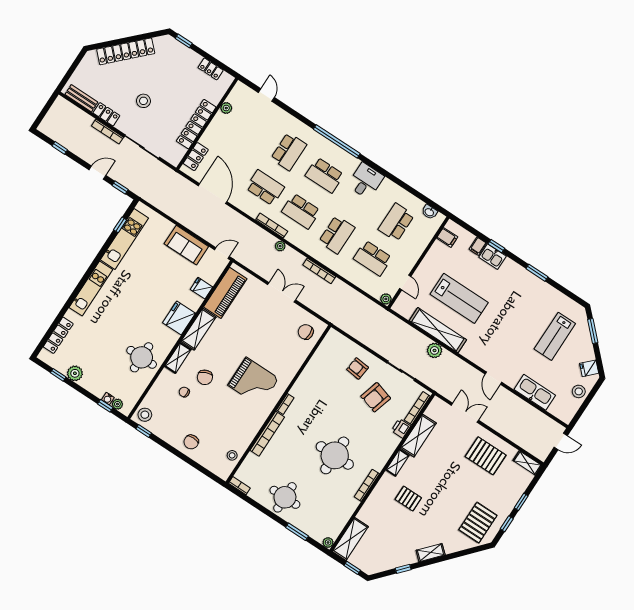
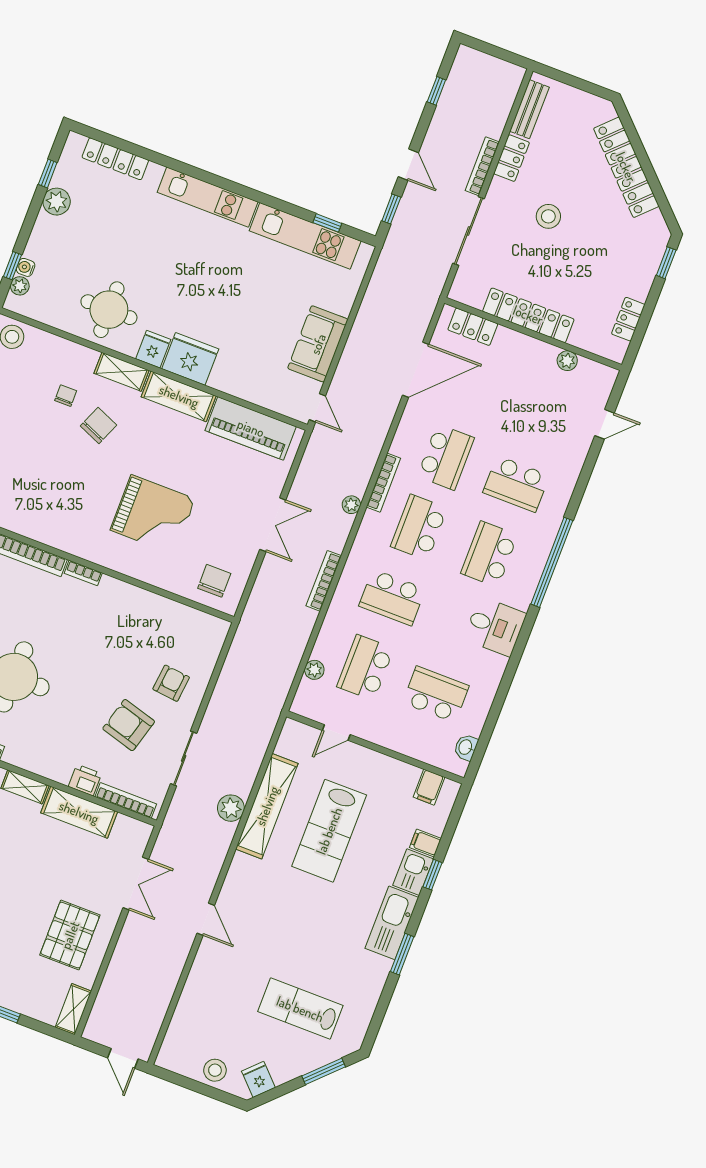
fridge: (201, 288) -> (153, 349), moved
plant: (386, 299) -> (314, 670), moved
chair: (205, 377) -> (99, 425), turned 136
door: (493, 378) -> (206, 919), swing flipped
grand piano: (253, 382) -> (153, 515), moved, turned -90
kitchen sink: (535, 392) -> (392, 923), moved, turned 180

